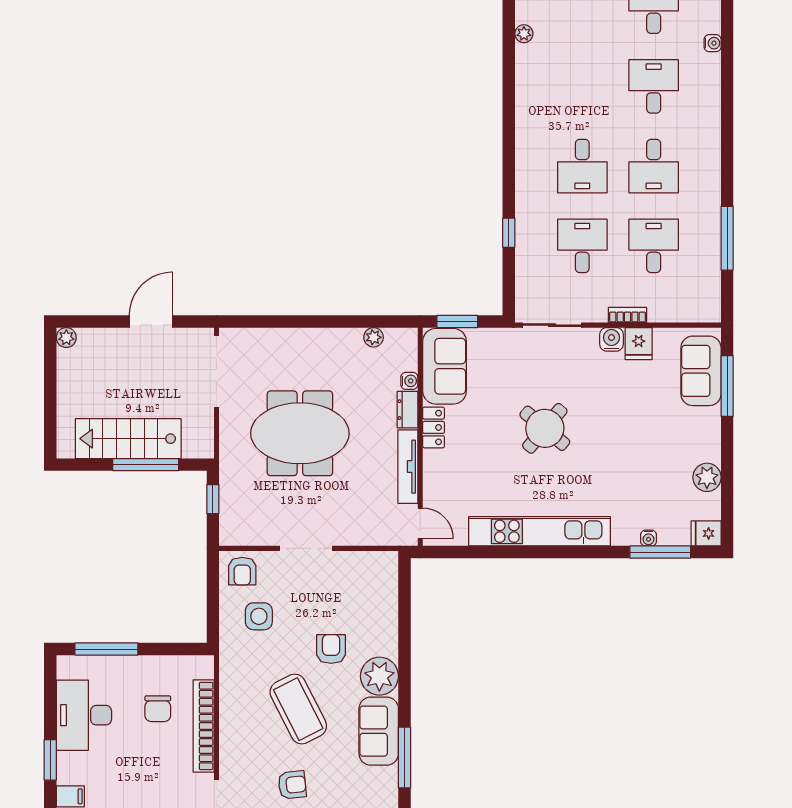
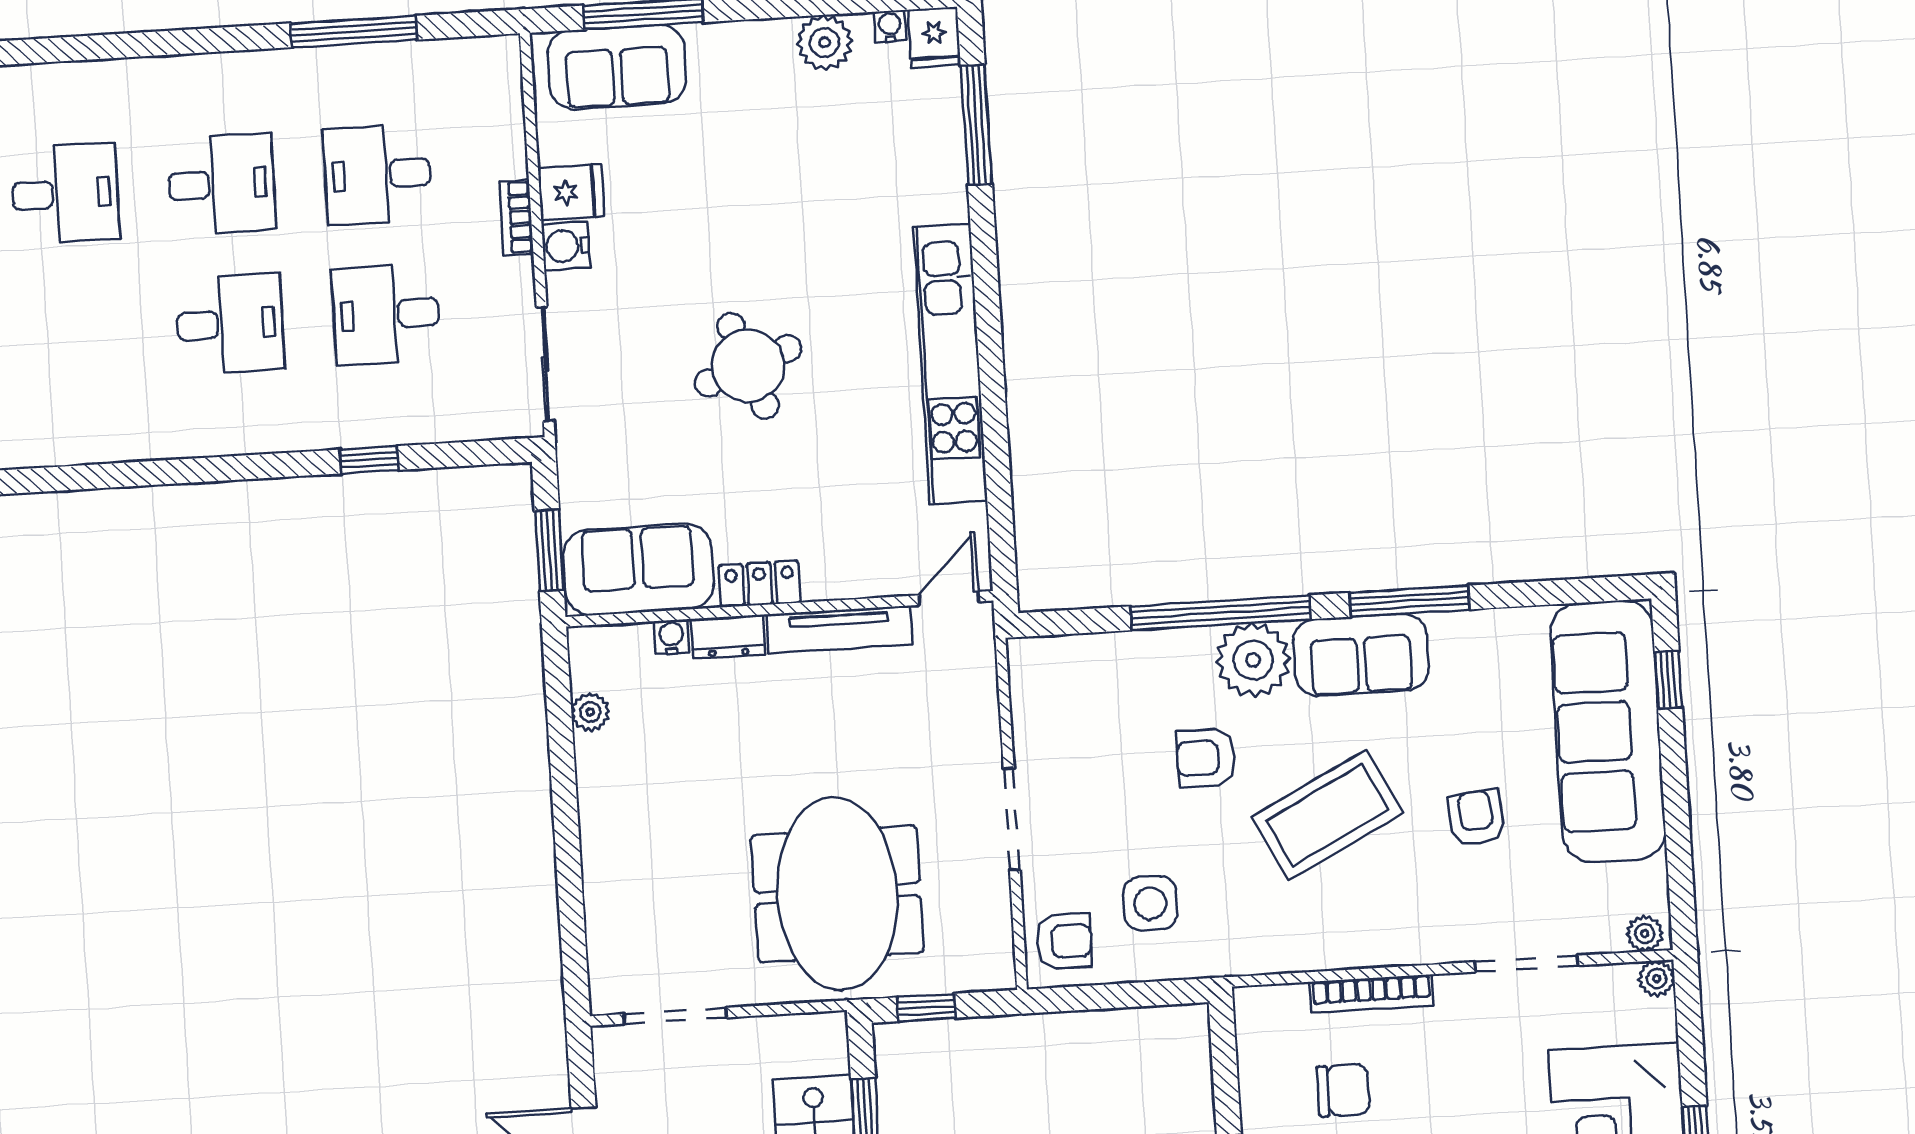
desk: (654, 86) -> (65, 194), turned 180
doorway: (216, 371) -> (675, 1016), width x0.73
round table: (545, 428) -> (748, 366), turned 30
meeting table: (300, 433) -> (837, 894), moved
water cooler: (648, 538) -> (890, 26), moved, turned -90
window: (404, 661) -> (1221, 613), added
bookcase: (204, 726) -> (1371, 994), width x0.68, depth x0.76

